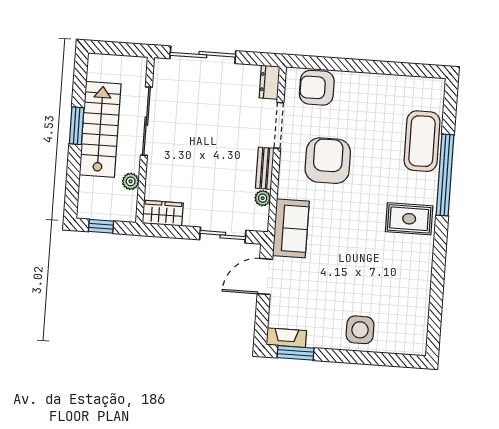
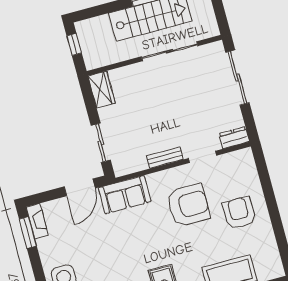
armchair: (317, 88) -> (239, 213), moved
doorway: (279, 125) -> (203, 157), width x0.73
plant: (131, 181) -> (118, 55), removed
plant: (263, 198) -> (141, 164), removed
door: (265, 276) -> (80, 187), swing flipped

